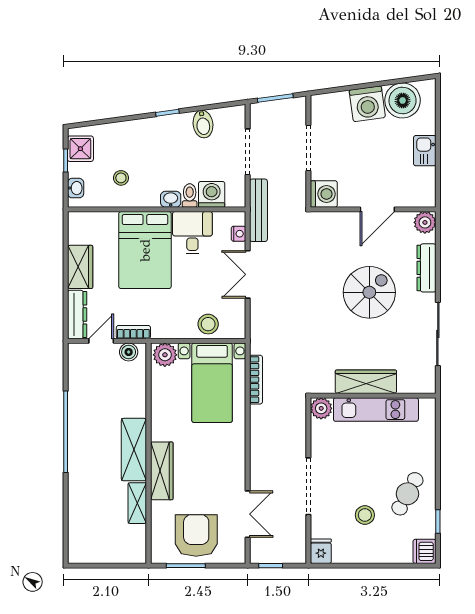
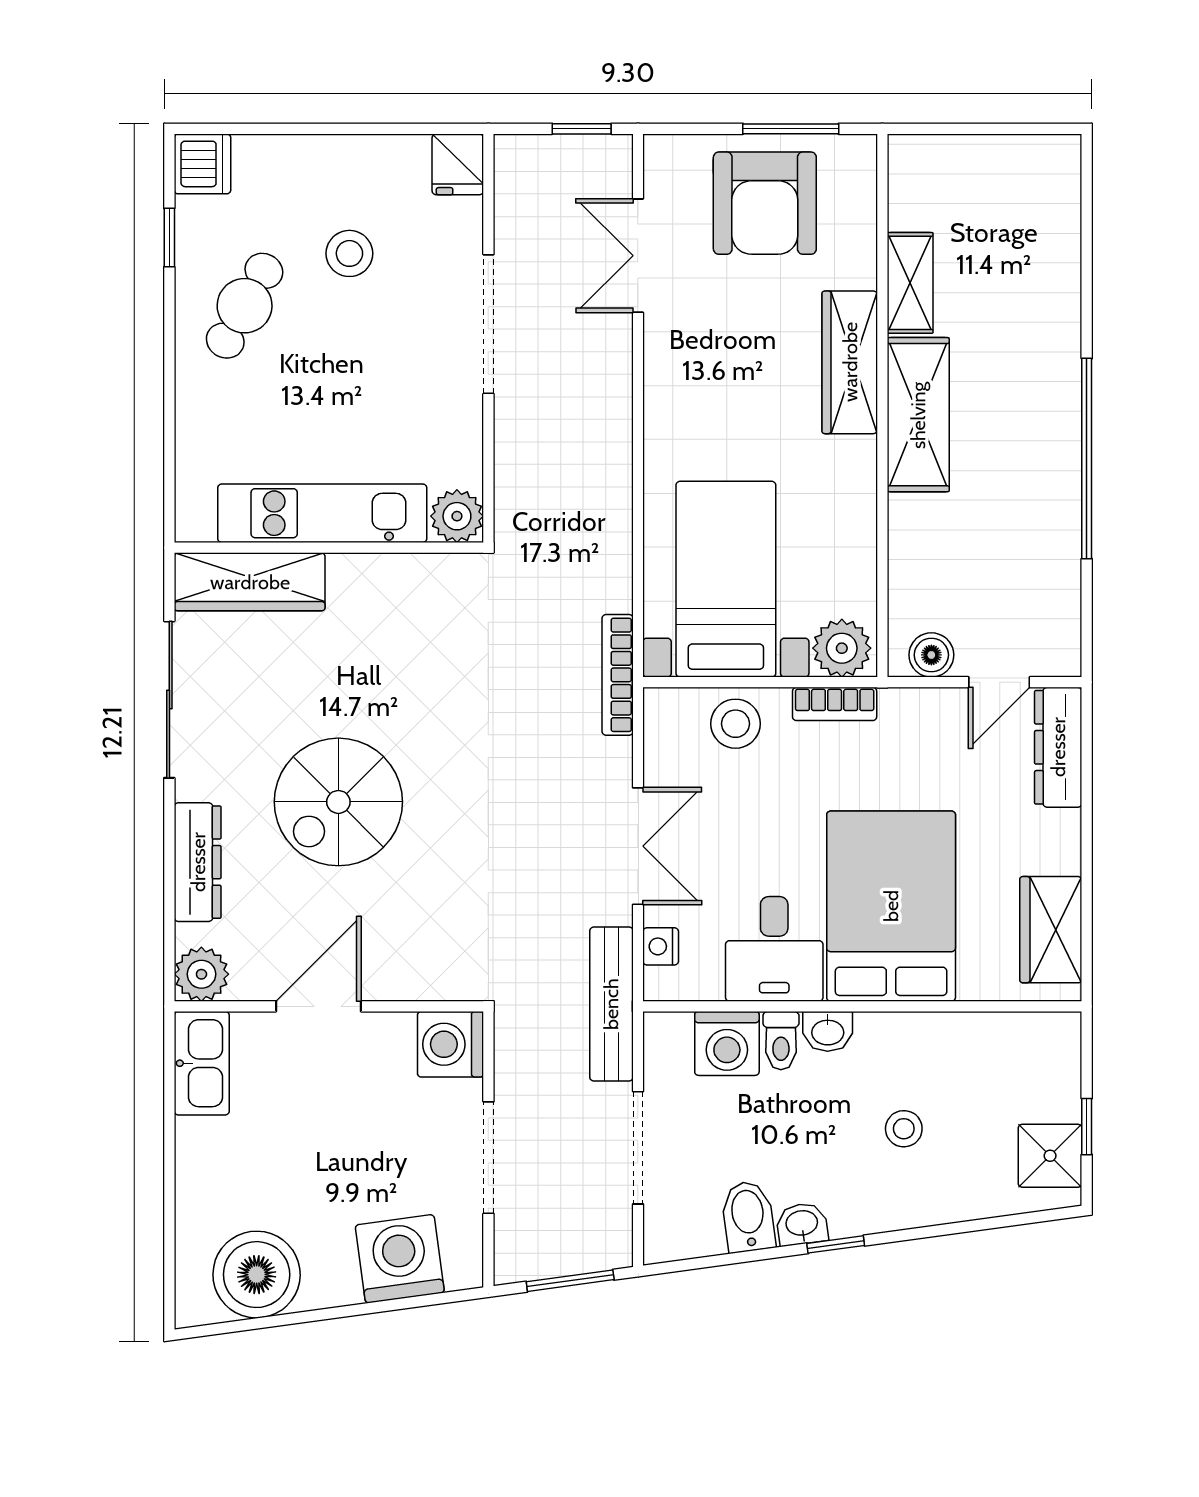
washing machine: (367, 104) -> (400, 1259), moved
kitchen sink: (425, 151) -> (202, 1063), moved, width x1.38
stool: (121, 178) -> (904, 1129), moved
washbasin: (76, 188) -> (802, 1224), moved, turned 82
wardrobe: (80, 267) -> (1051, 930), moved
bookcase: (133, 332) -> (835, 704), moved
bookcase: (256, 380) -> (618, 675), moved
wardrobe: (366, 382) -> (250, 582), moved

